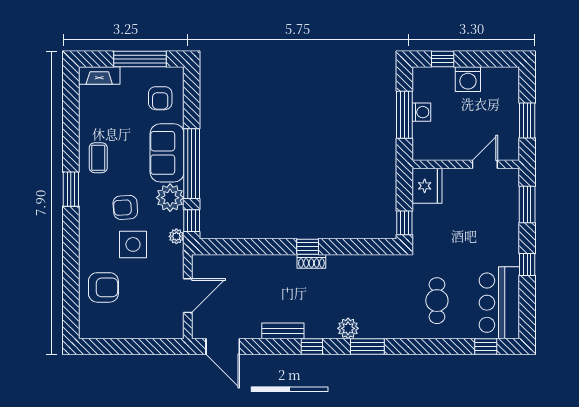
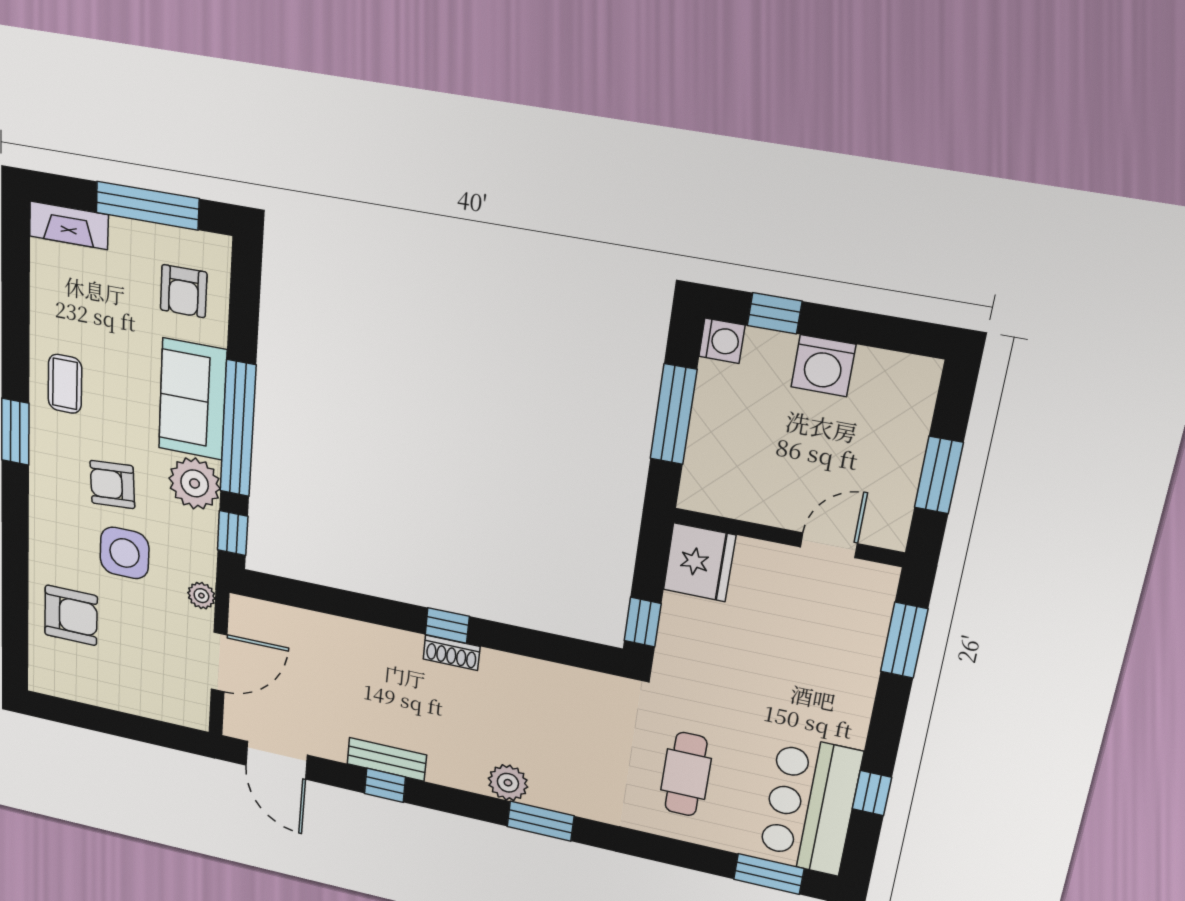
washing machine: (421, 112) -> (722, 341), moved
plant: (176, 236) -> (201, 596), moved
window: (527, 265) -> (872, 793), moved
window: (312, 346) -> (385, 785), moved
window: (486, 346) -> (769, 874), width x1.50

